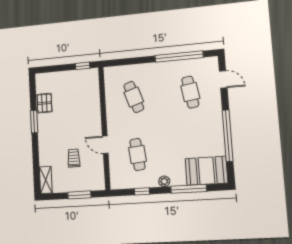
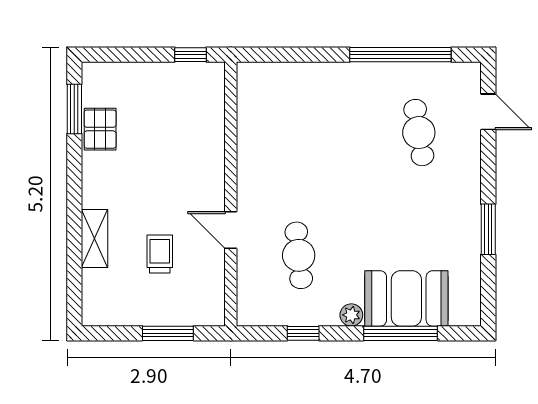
cafe table: (134, 97) -> (299, 133), removed
window: (34, 122) -> (74, 109), moved
window: (228, 136) -> (488, 229), width x0.47
booth: (206, 171) -> (406, 298), moved
shelving: (46, 180) -> (94, 238), moved

